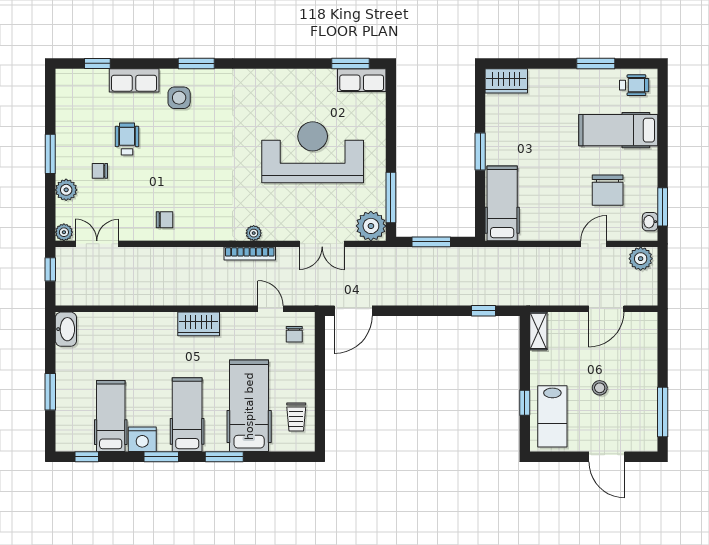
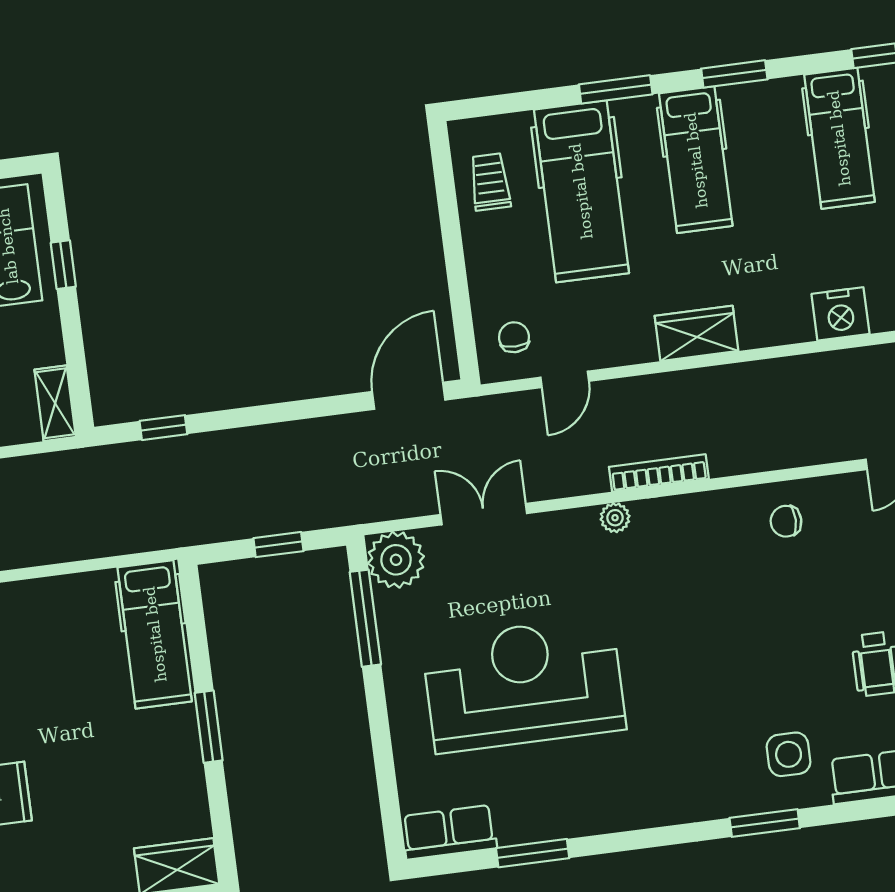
window: (350, 63) -> (533, 853), moved
reception desk: (313, 152) -> (524, 684), turned 180
window: (431, 242) -> (278, 545), width x0.67
bookcase: (250, 254) -> (659, 473), moved
door: (271, 309) -> (565, 379), hinge flipped
nightstand: (142, 439) -> (840, 314), moved, turned 180

